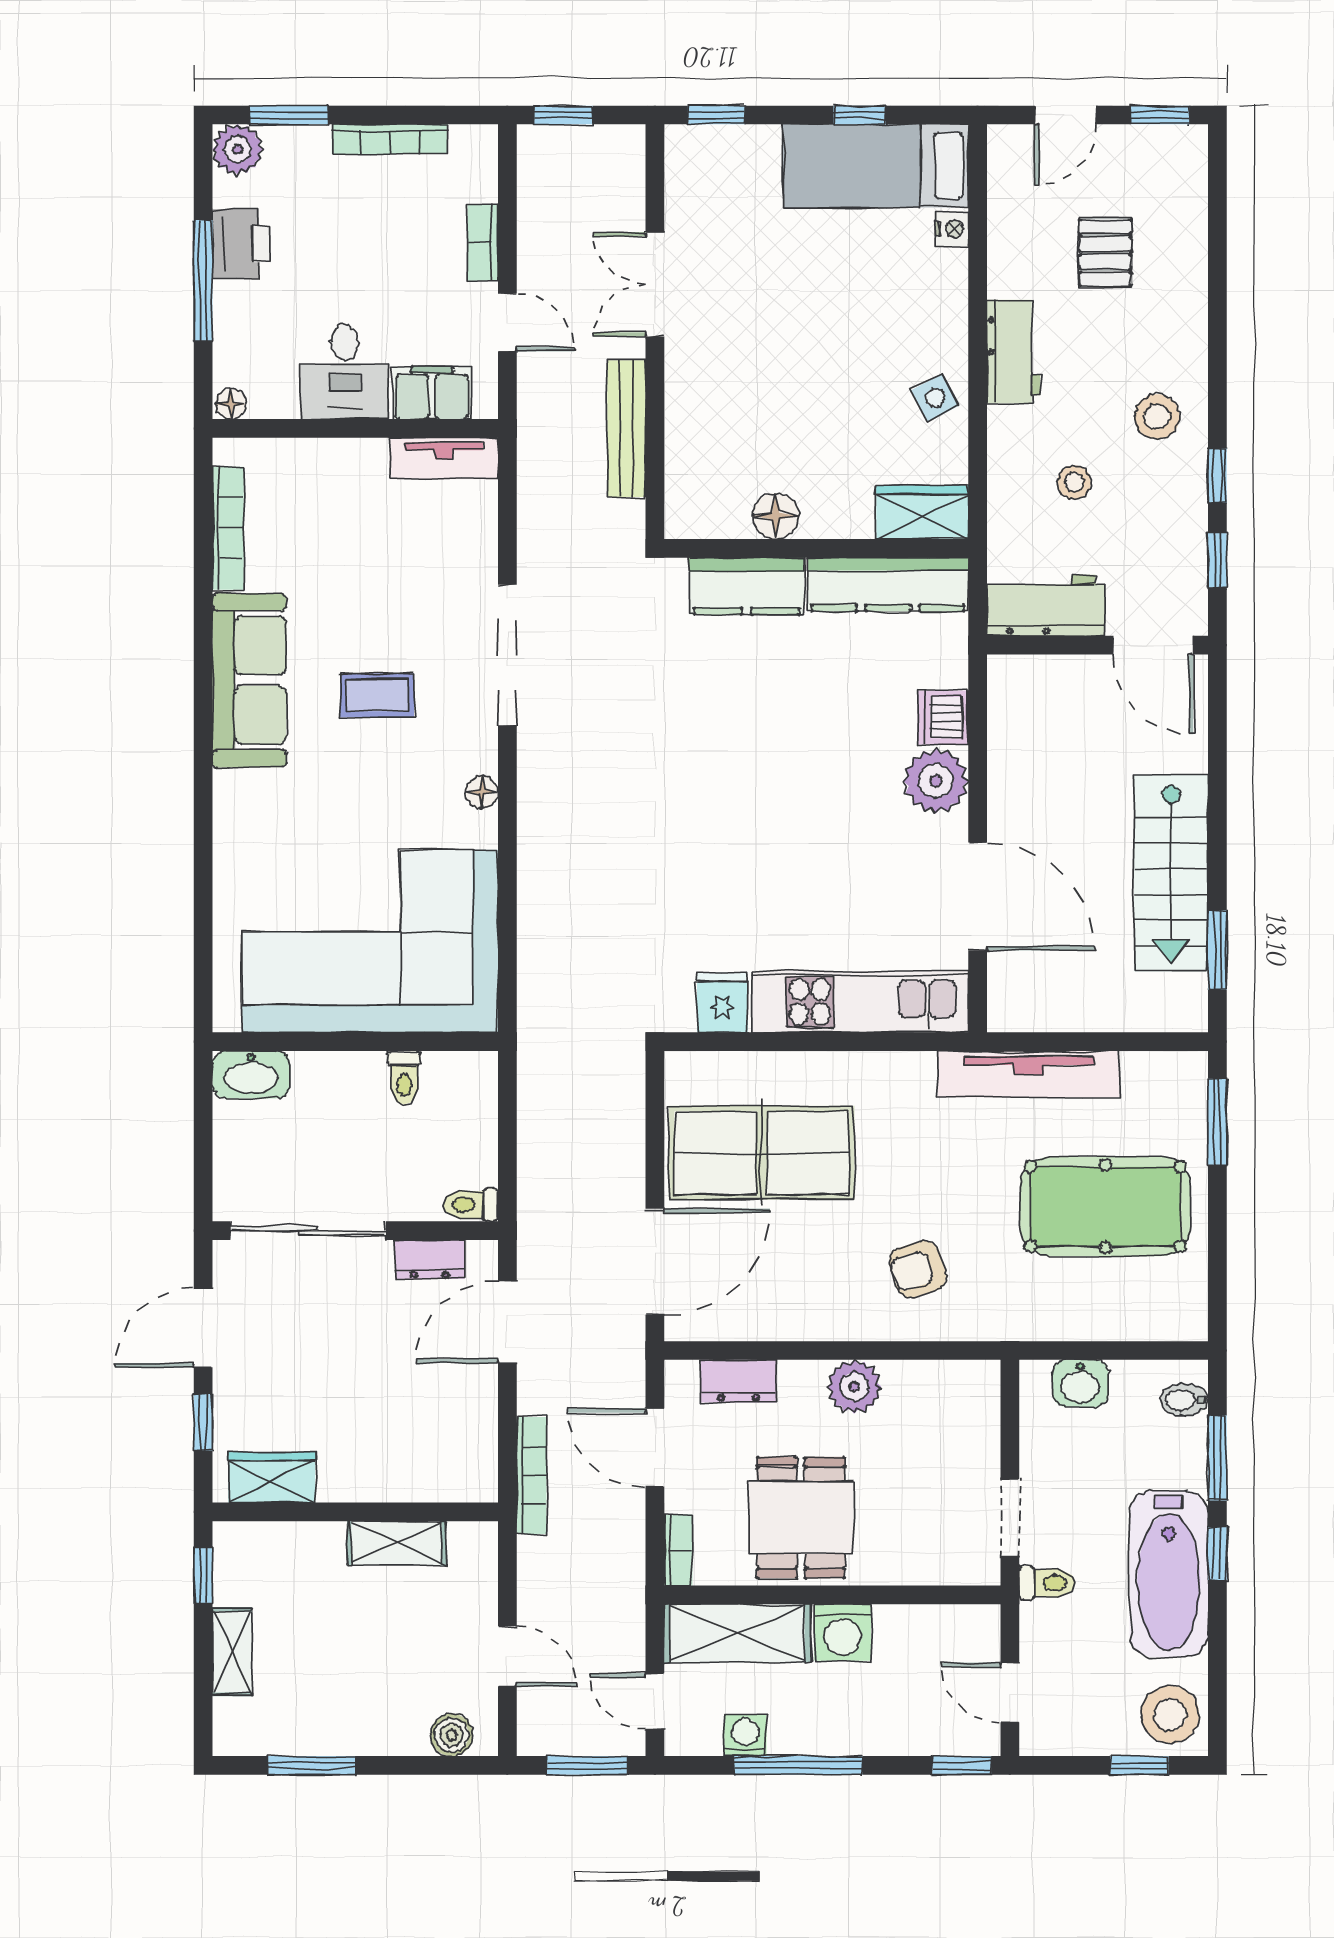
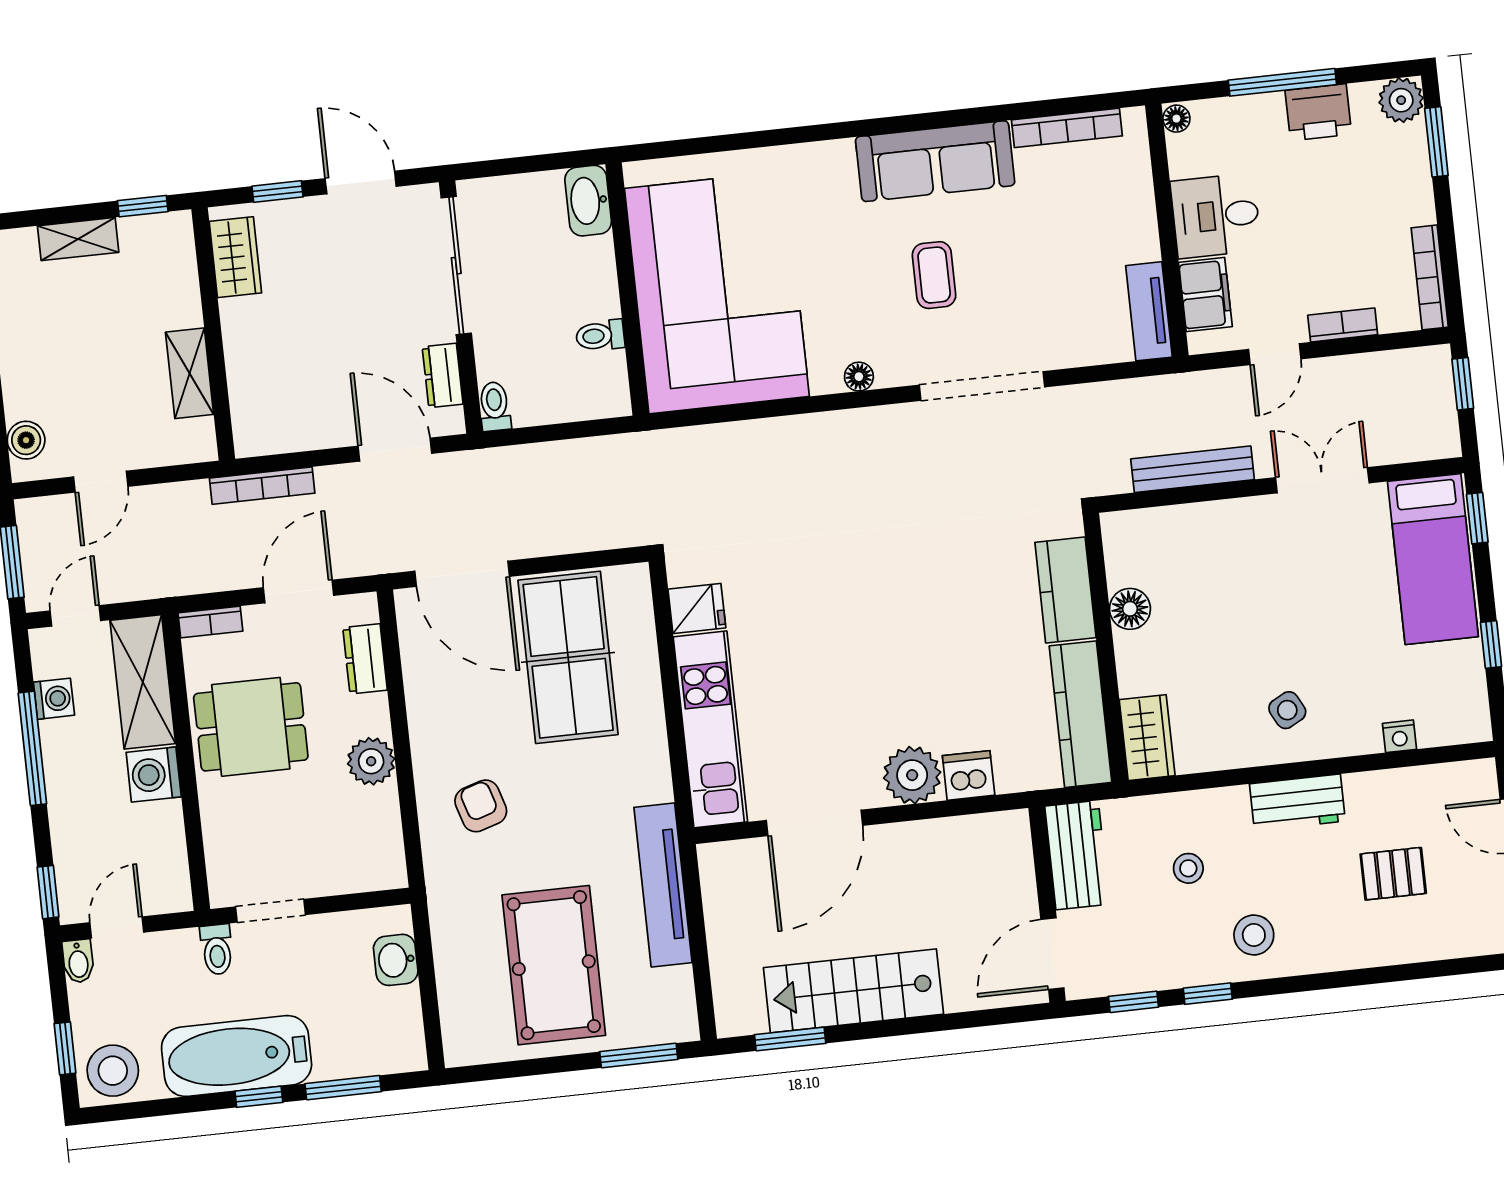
bookcase: (390, 139) -> (1430, 277), moved
bed: (876, 166) -> (1433, 559), moved, turned 180
side table: (935, 398) -> (1287, 710), moved
bidet: (1184, 1400) -> (78, 961), moved, turned 180

